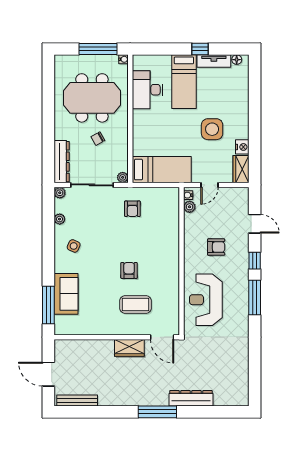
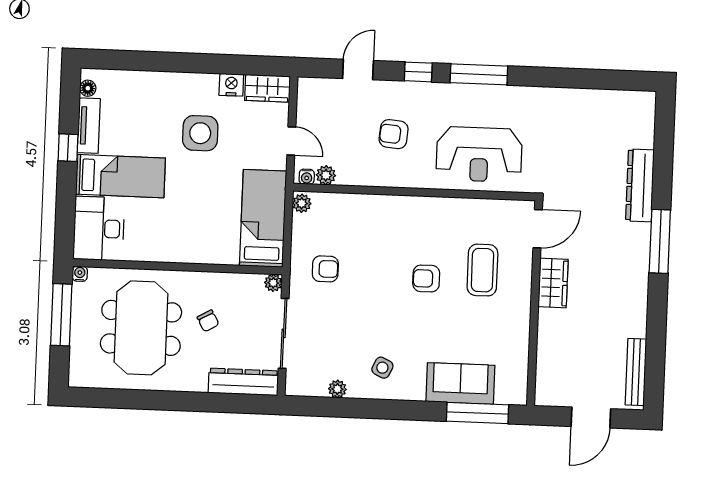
desk: (147, 90) -> (99, 229), moved, turned 90
plant: (60, 193) -> (302, 203), moved
armchair: (216, 247) -> (394, 134), turned -85

